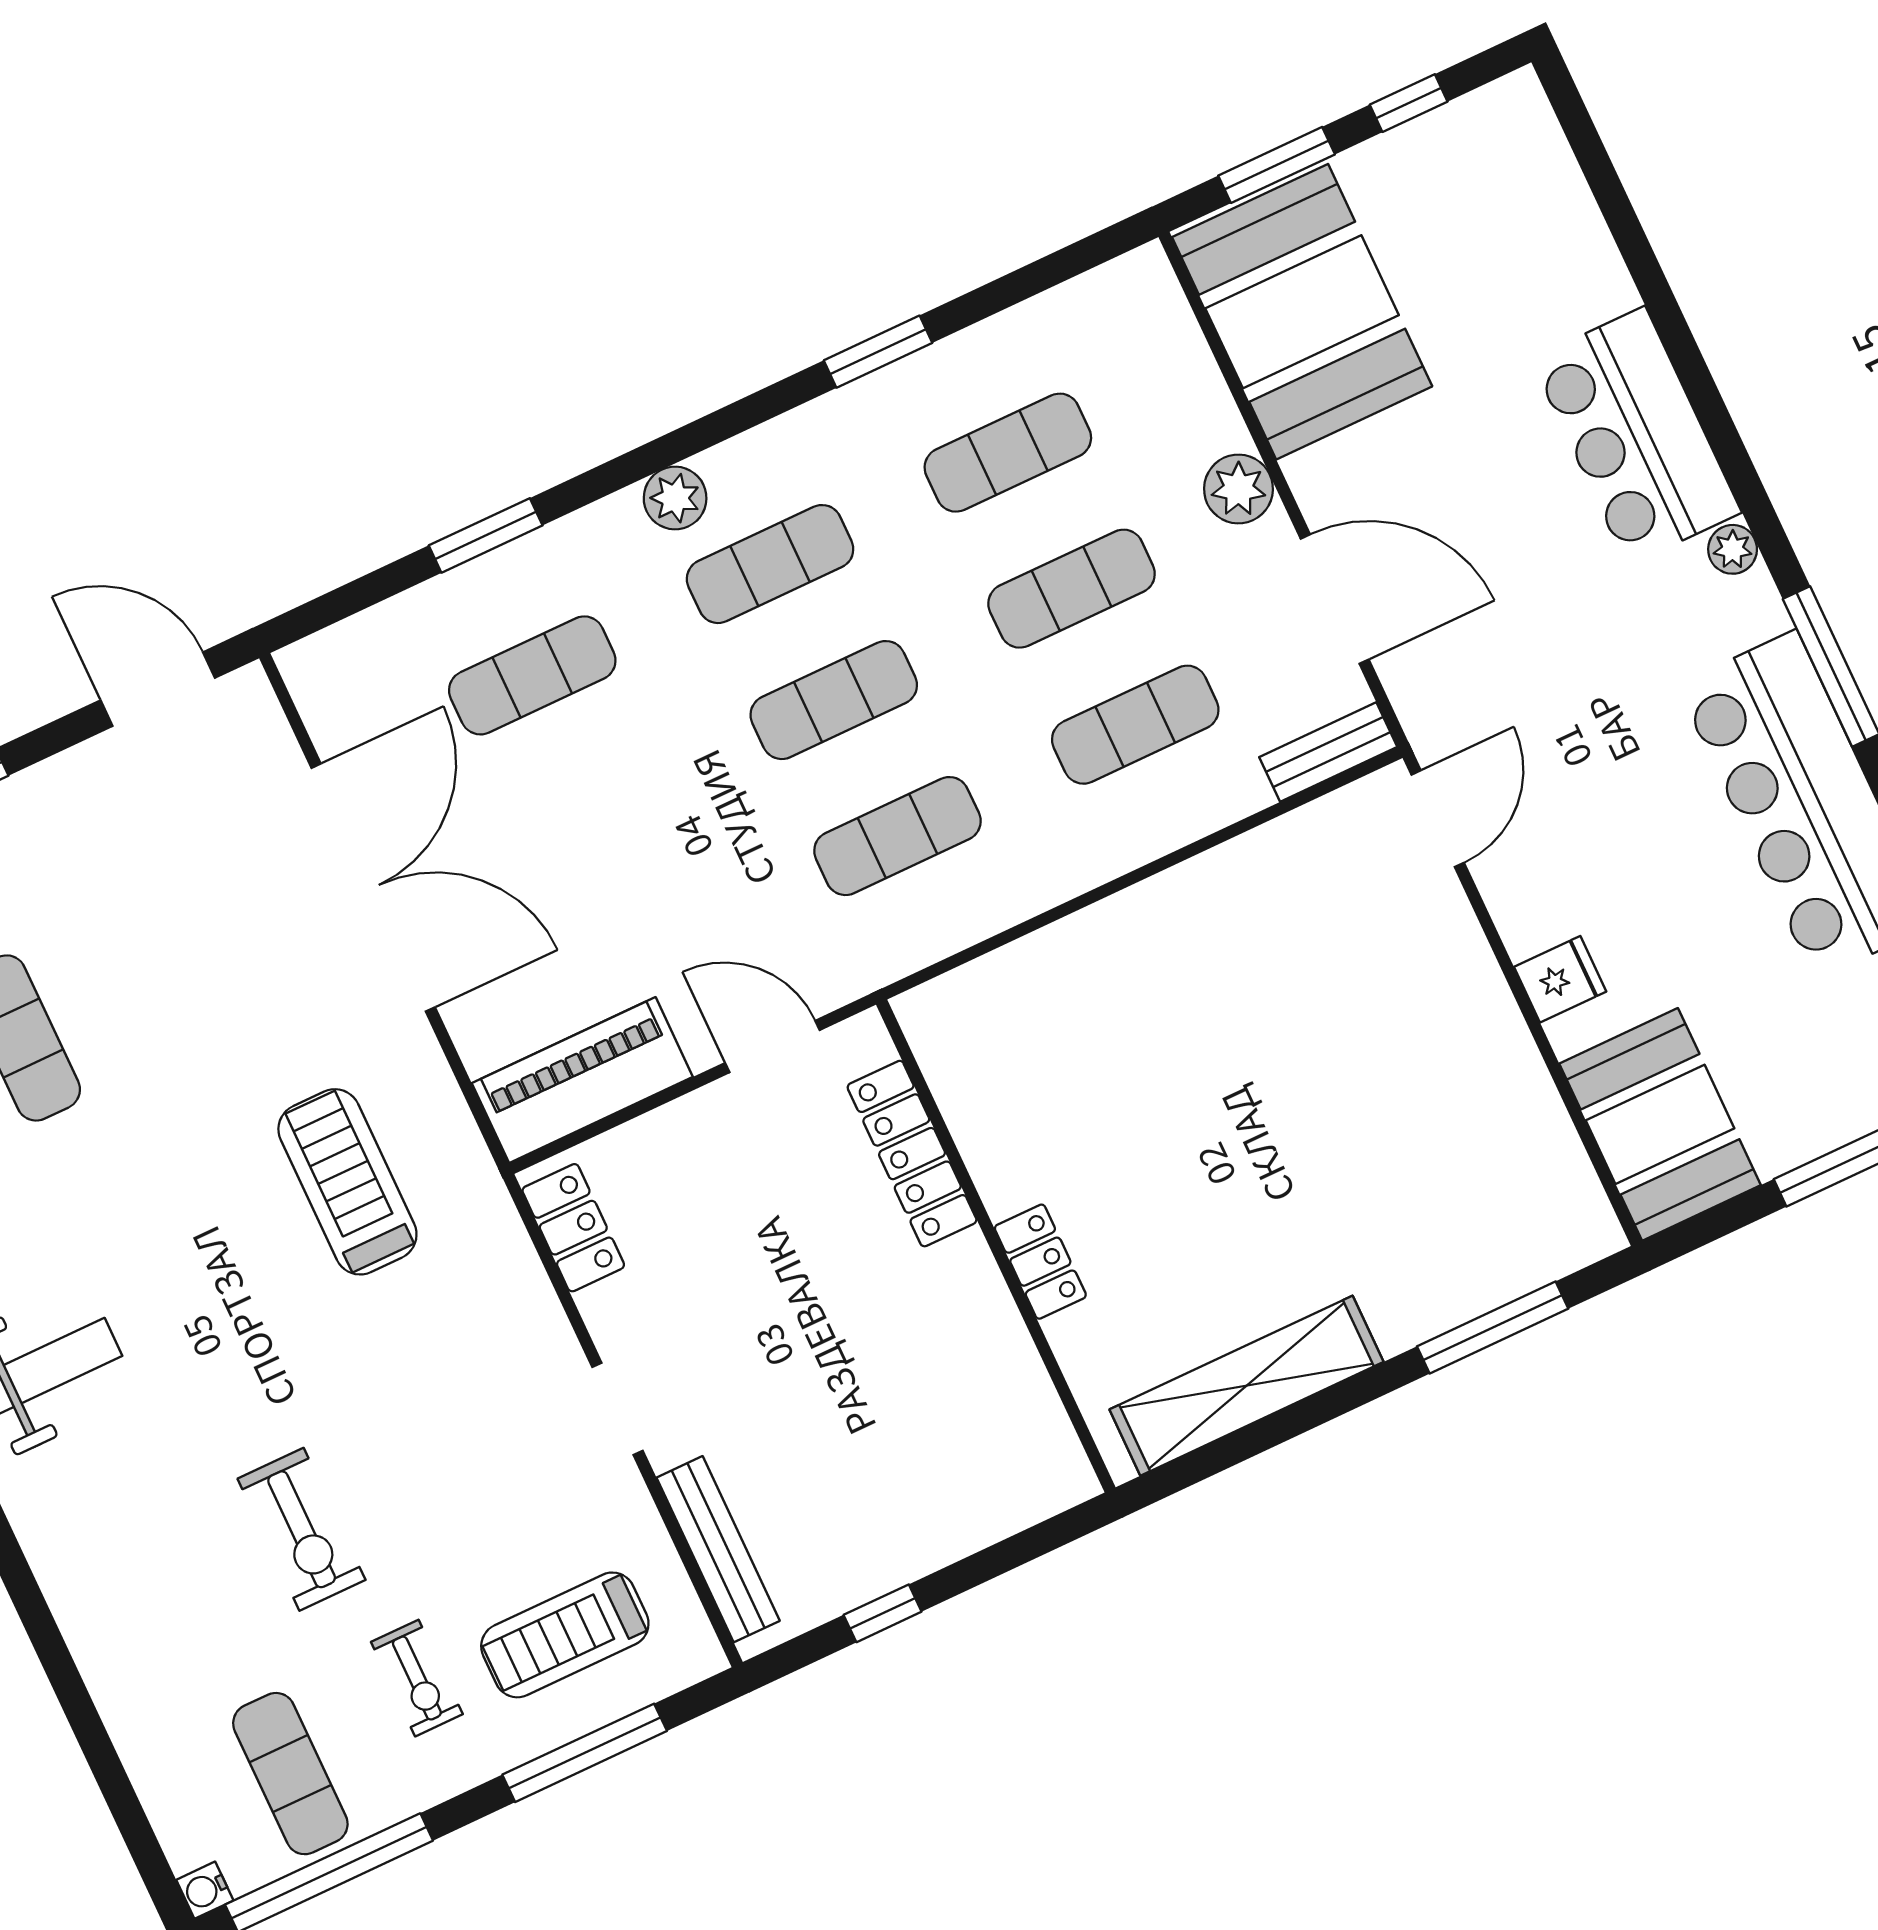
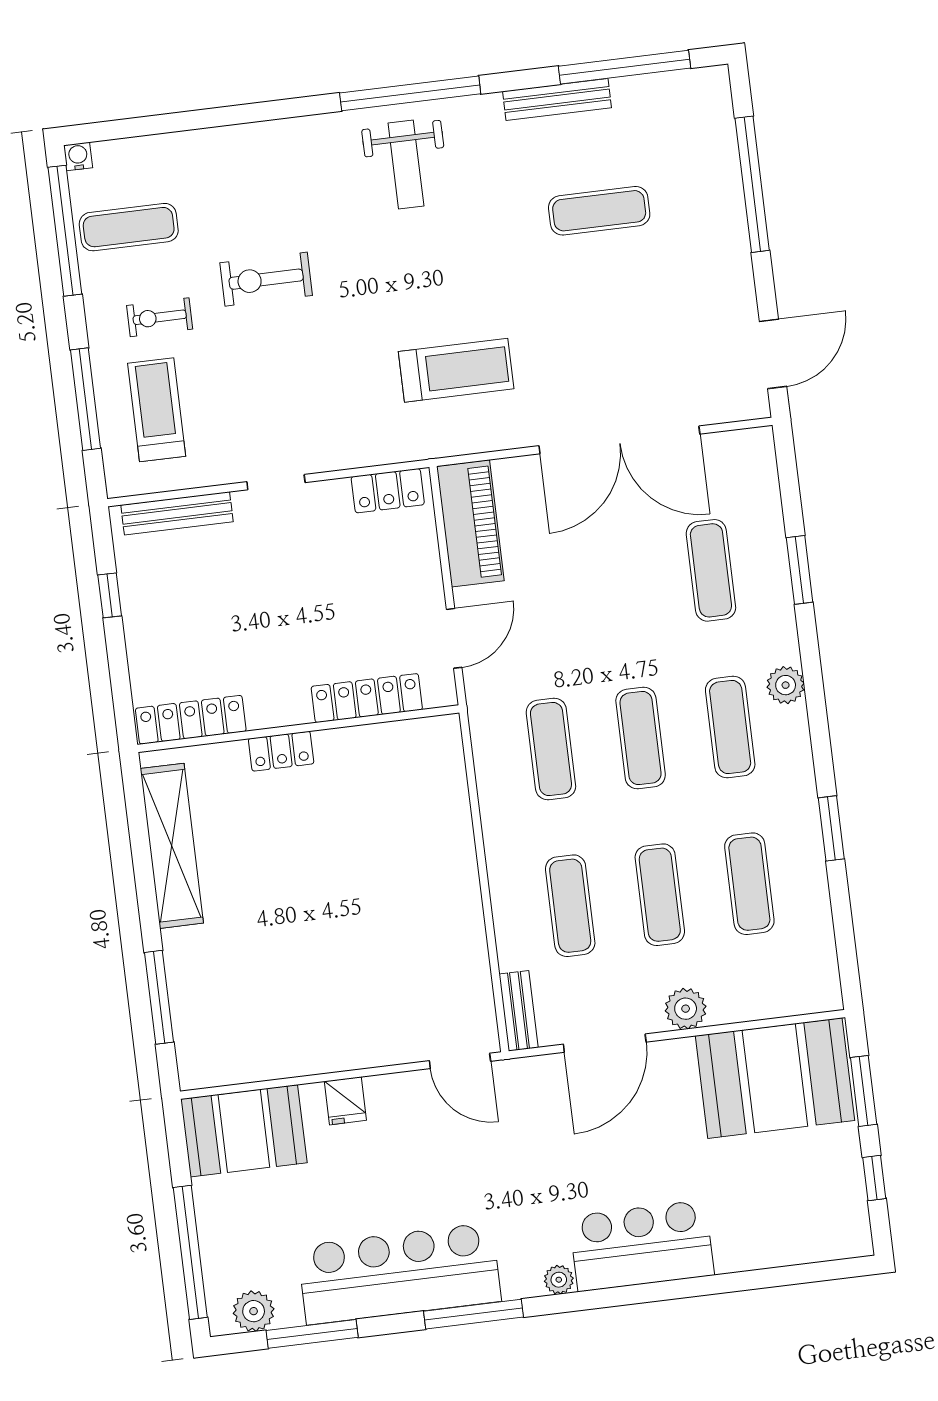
locker: (1037, 1421) -> (191, 720), added

